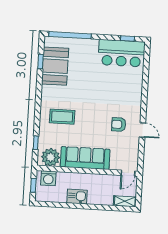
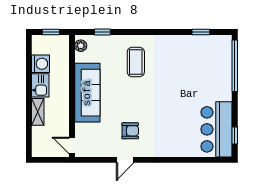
booth: (55, 66) -> (196, 50), removed
armchair: (119, 124) -> (130, 131), turned 90
plant: (51, 157) -> (81, 46), width x0.53, depth x0.53
washing machine: (48, 178) -> (41, 64), moved, turned 180
shelving: (125, 201) -> (38, 112), moved

